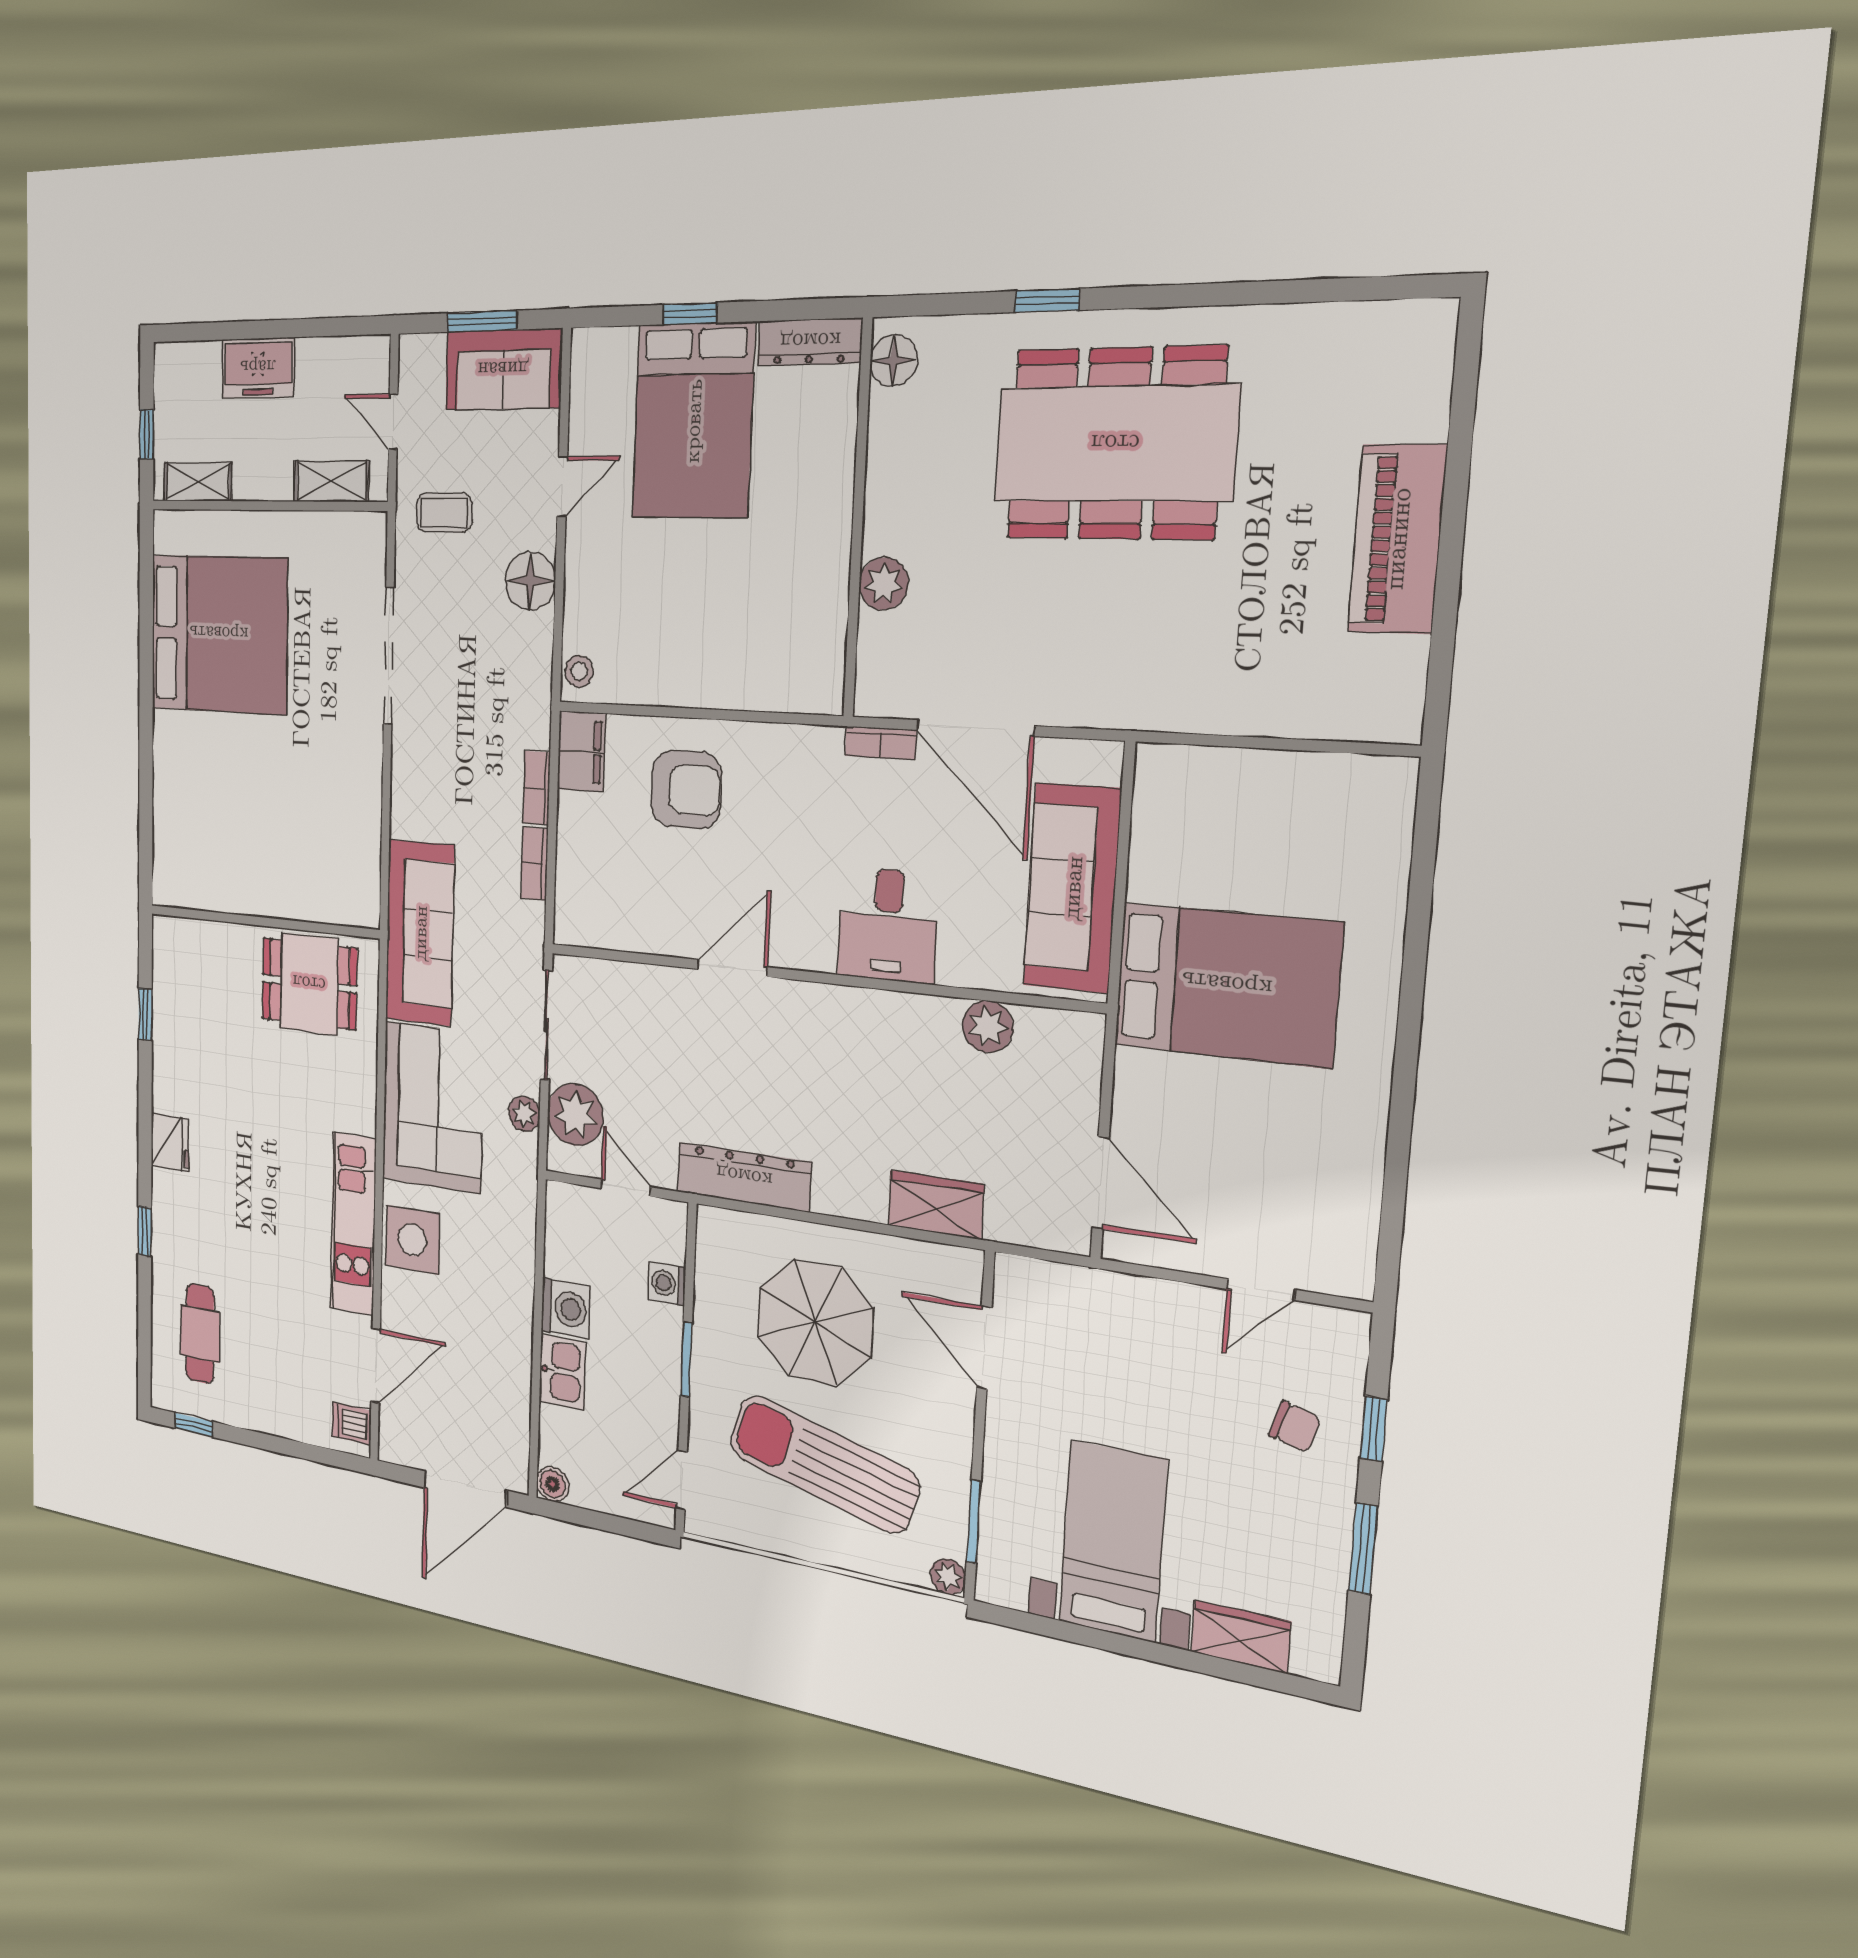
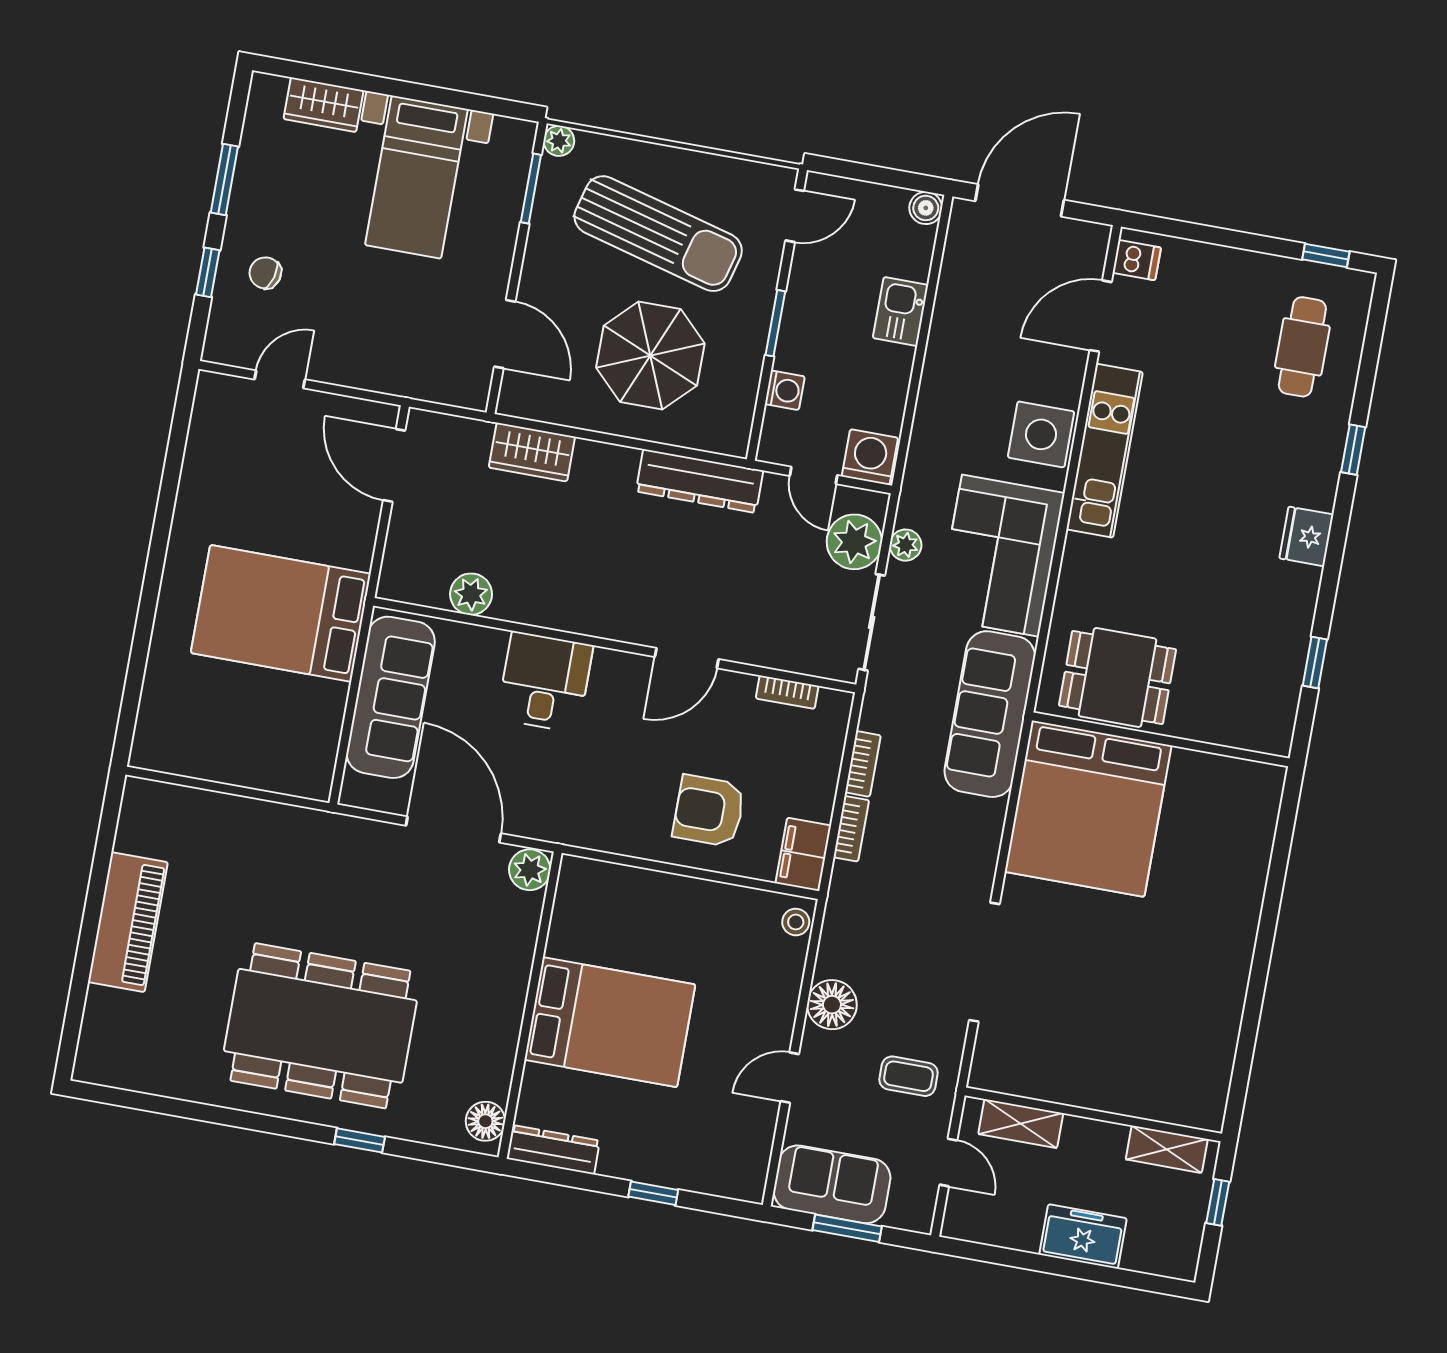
bed: (693, 421) -> (610, 1022), moved, turned 90
plant: (884, 584) -> (530, 870), moved
bed: (219, 634) -> (1088, 809), moved, turned -90
bookcase: (881, 743) -> (787, 692), moved, turned 180
washing machine: (566, 1309) -> (870, 457), moved, turned 90

